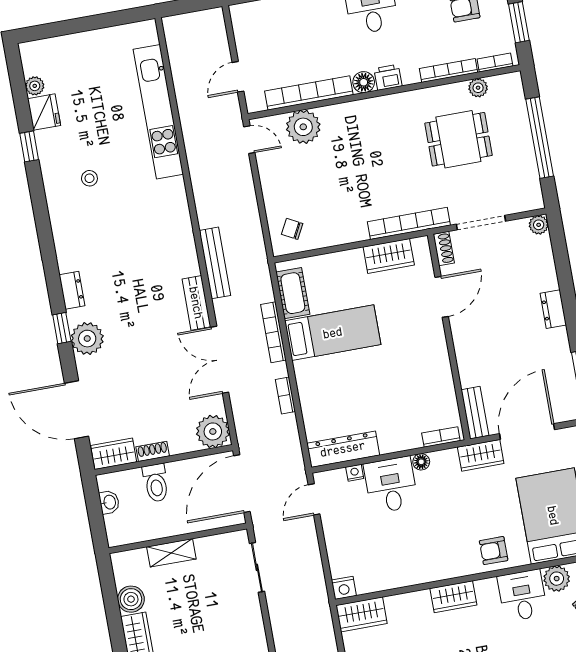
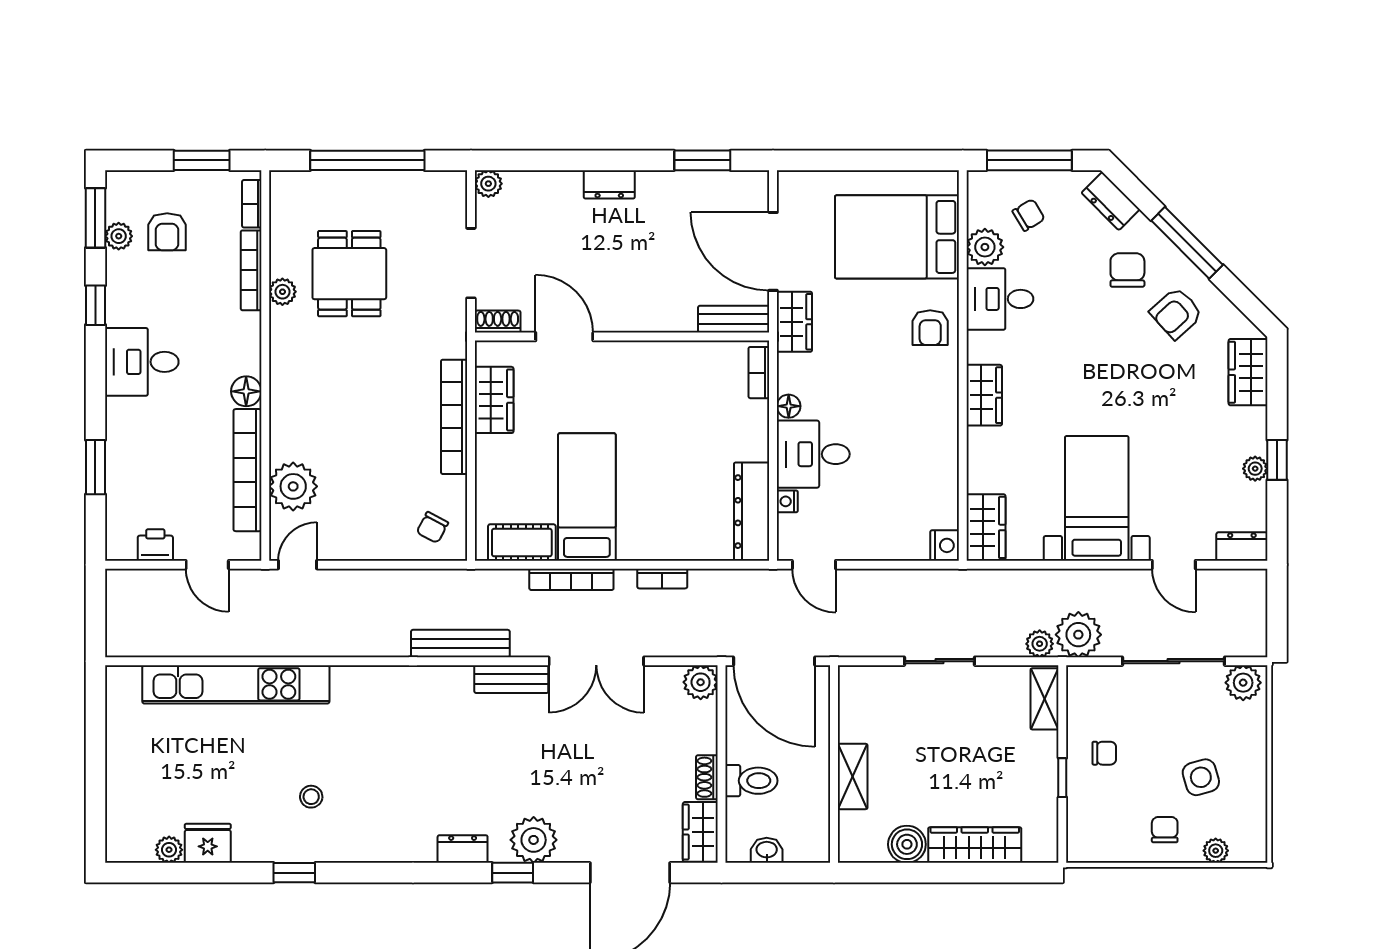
printer: (388, 77) -> (155, 545), moved, turned 90
plant: (478, 88) -> (282, 292), moved
window: (29, 146) -> (294, 873), moved
bookcase: (409, 223) -> (454, 417), moved
plant: (213, 431) -> (701, 682), width x0.73, depth x0.73
sliding door: (257, 567) -> (939, 661), moved

